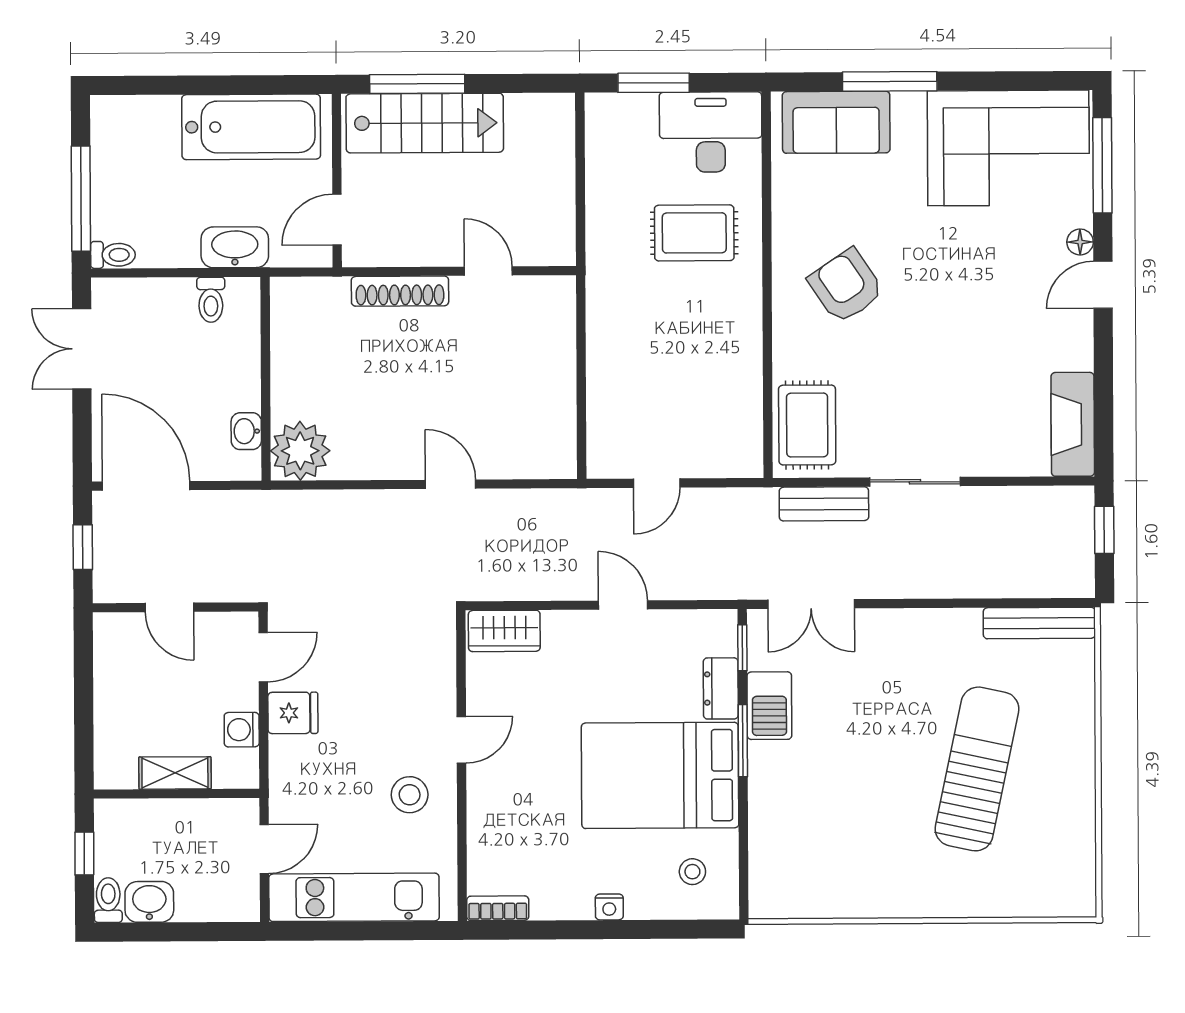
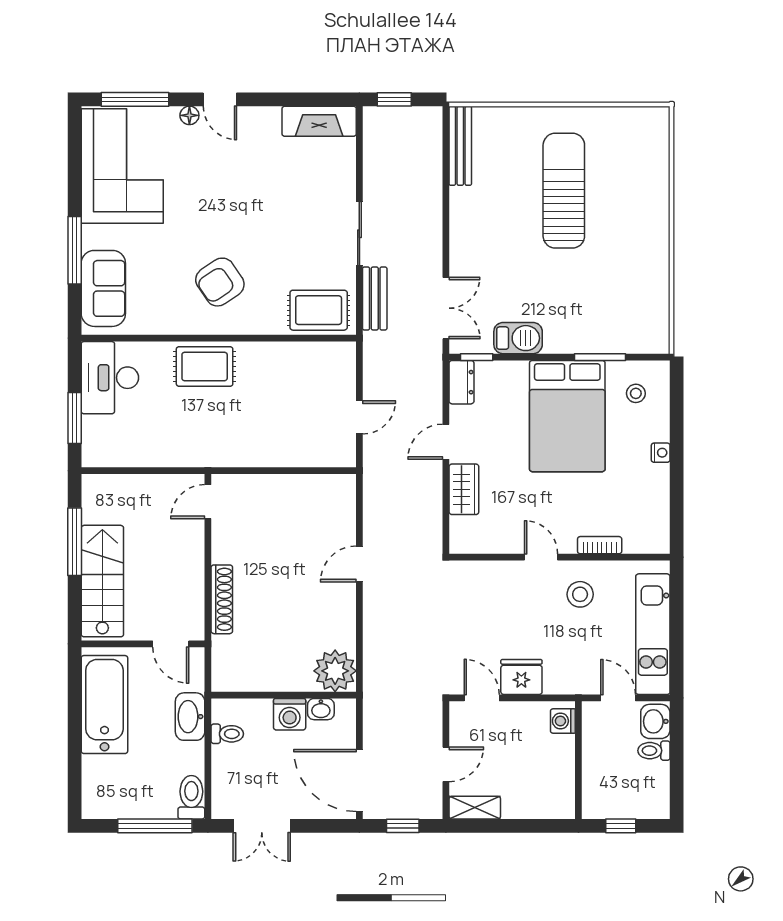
window: (417, 84) -> (75, 542), moved
rug: (694, 233) -> (205, 366), moved, turned 90
toilet: (113, 255) -> (191, 797), width x1.37, depth x1.39
door: (488, 271) -> (208, 502), moved
washing machine: (239, 387) -> (290, 714), added
door: (657, 483) -> (359, 417), hinge flipped
door: (146, 486) -> (359, 781), hinge flipped
wardrobe: (504, 631) -> (464, 489), moved
dresser: (721, 688) -> (461, 382), moved, turned -90
fridge: (293, 713) -> (521, 677), width x1.38
washing machine: (242, 730) -> (563, 721), moved, turned 90
window: (743, 741) -> (600, 357), moved
sun lounger: (977, 769) -> (564, 191), turned 78
shelving: (175, 773) -> (475, 808), moved, turned 90
toilet: (108, 900) -> (654, 751), moved
washbasin: (149, 902) -> (655, 721), moved
bookcase: (498, 908) -> (600, 545), moved, turned 90

